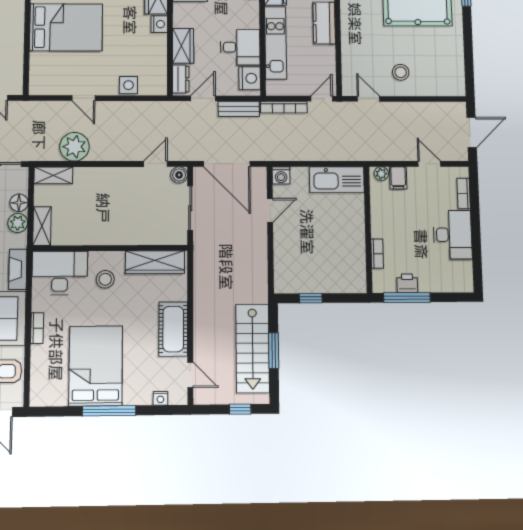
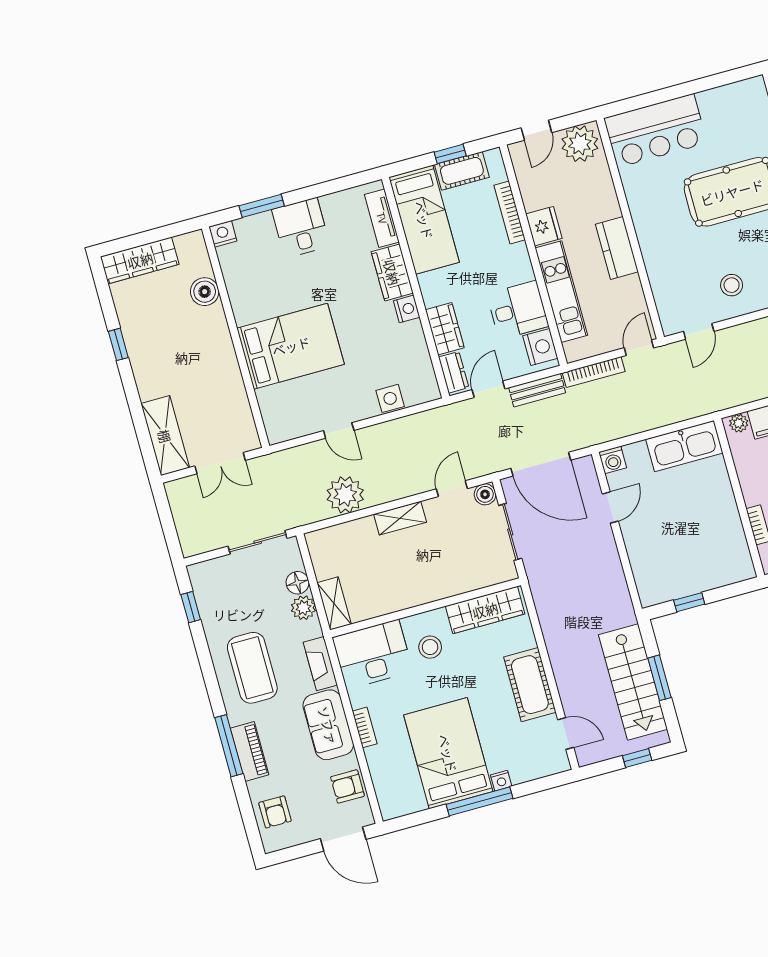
door: (368, 99) -> (699, 331), swing flipped
shelving: (53, 175) -> (400, 518), moved
nightstand: (160, 398) -> (501, 781), moved

